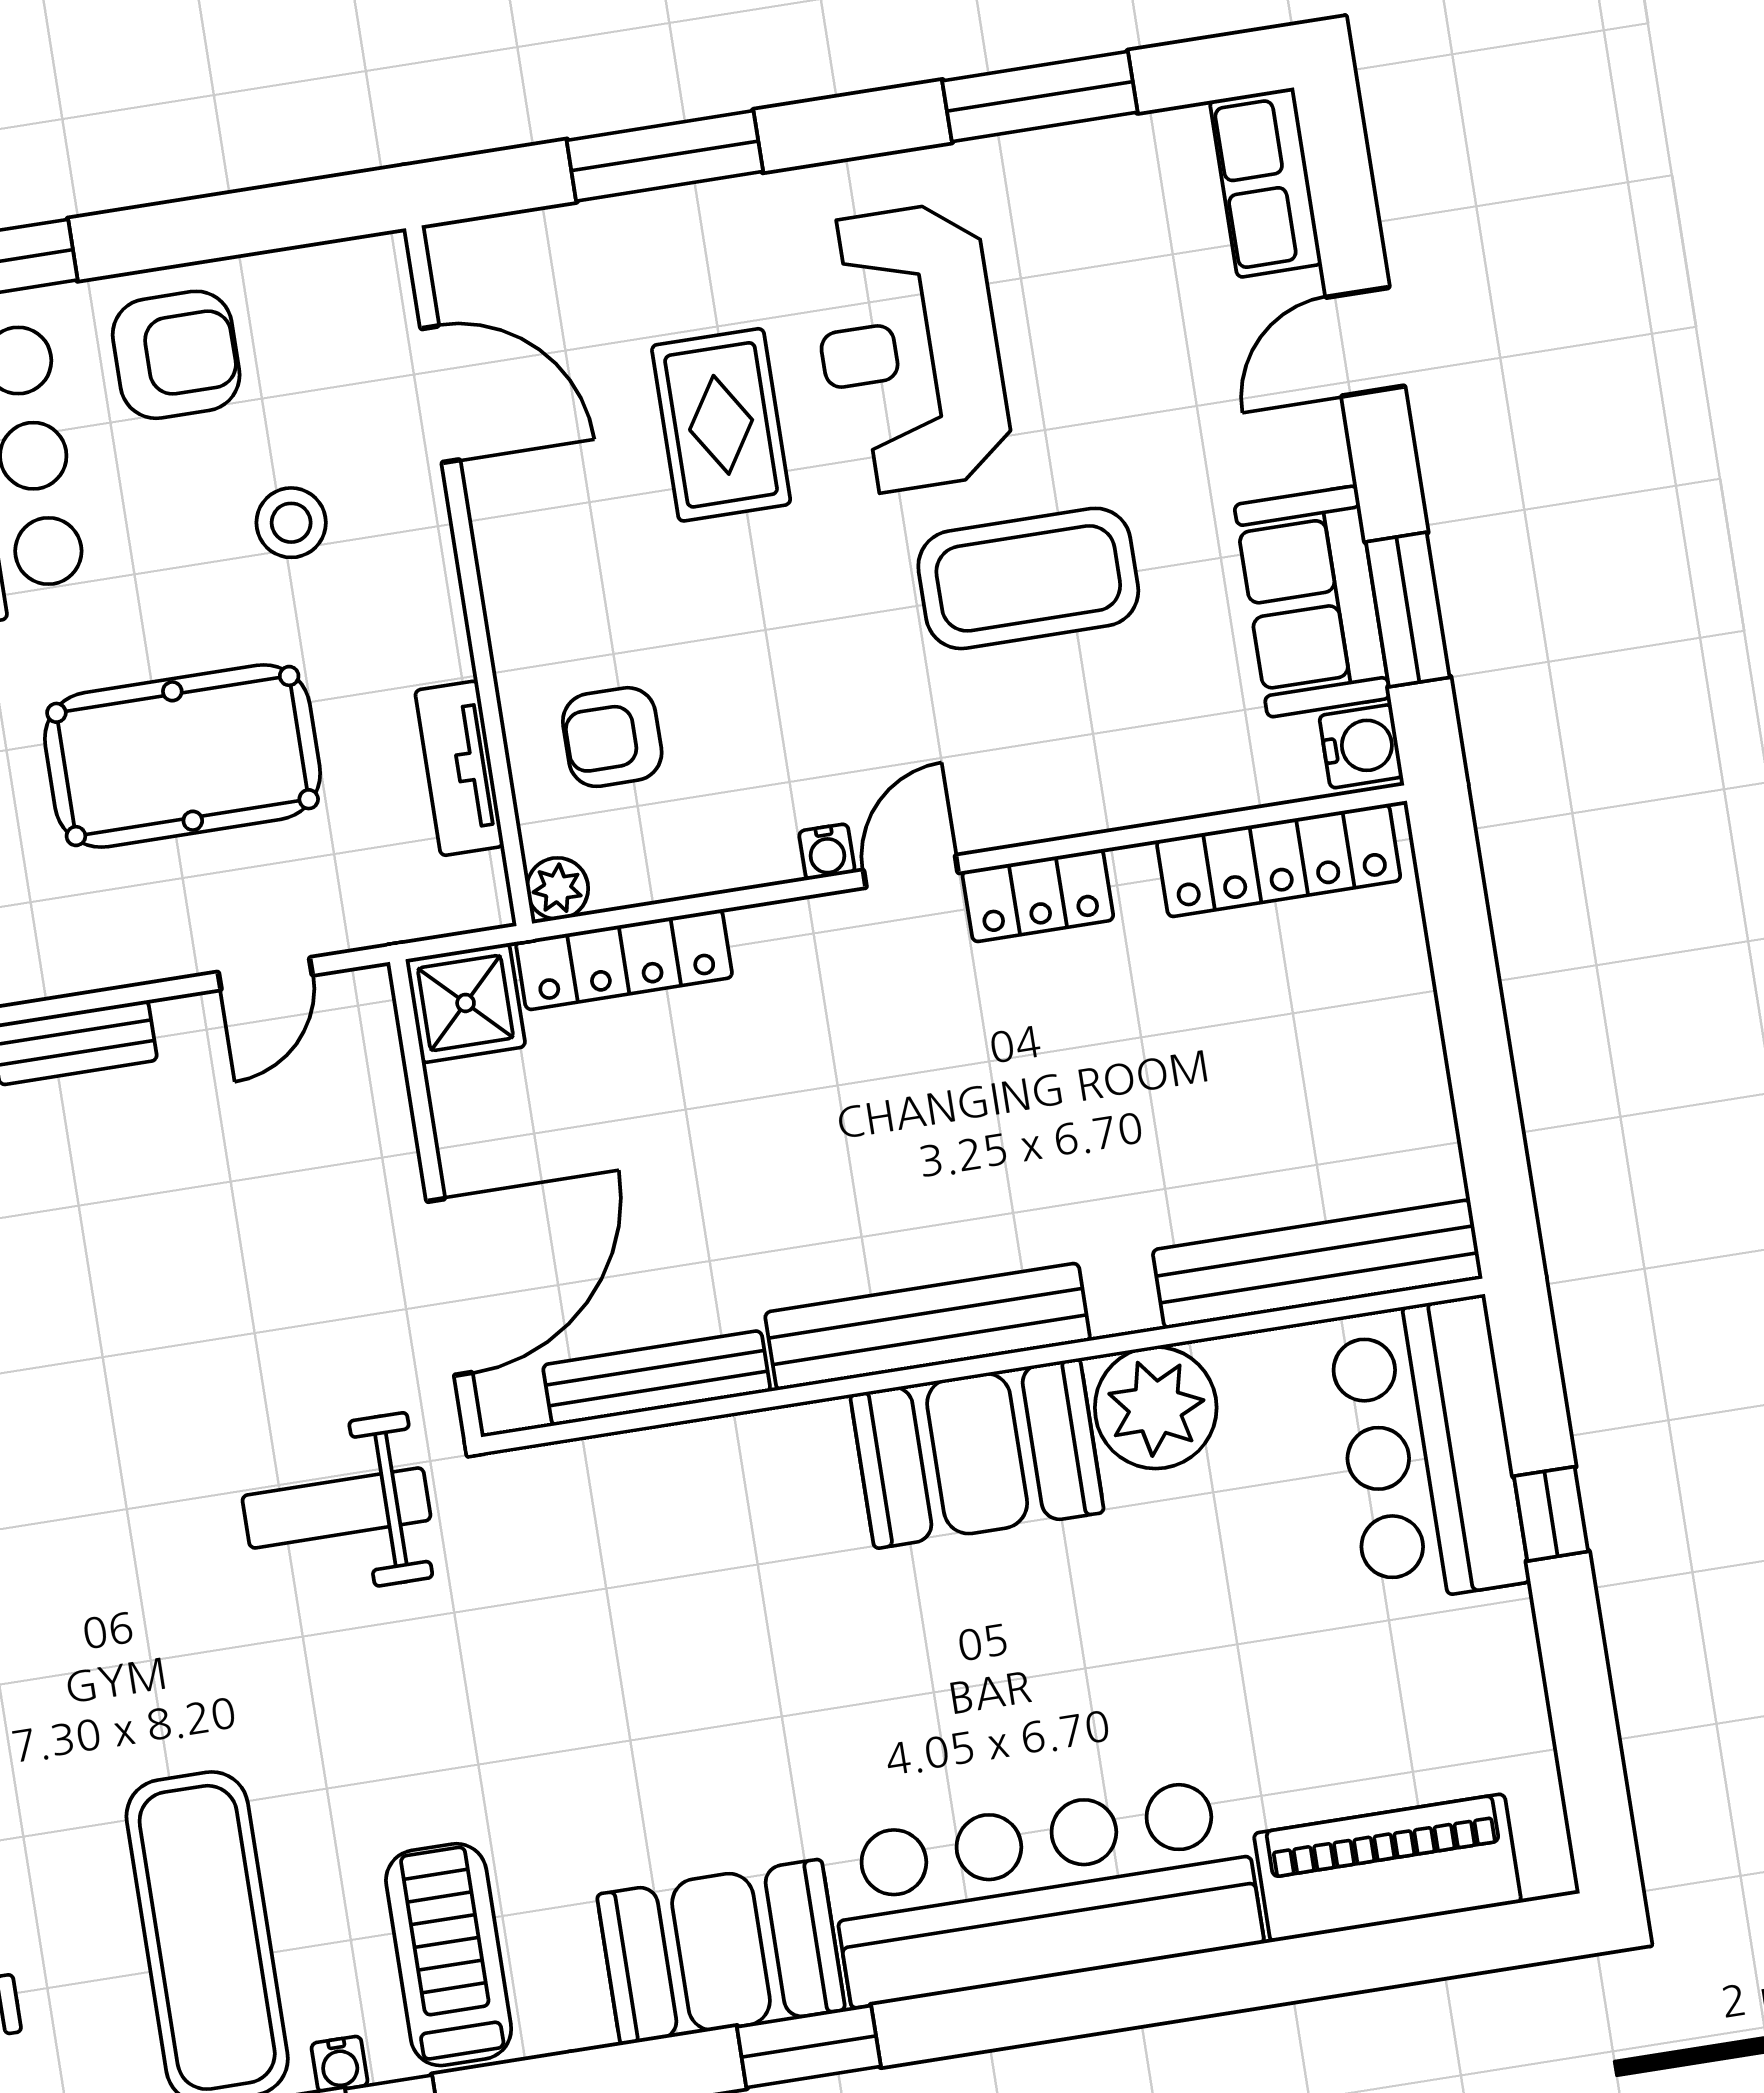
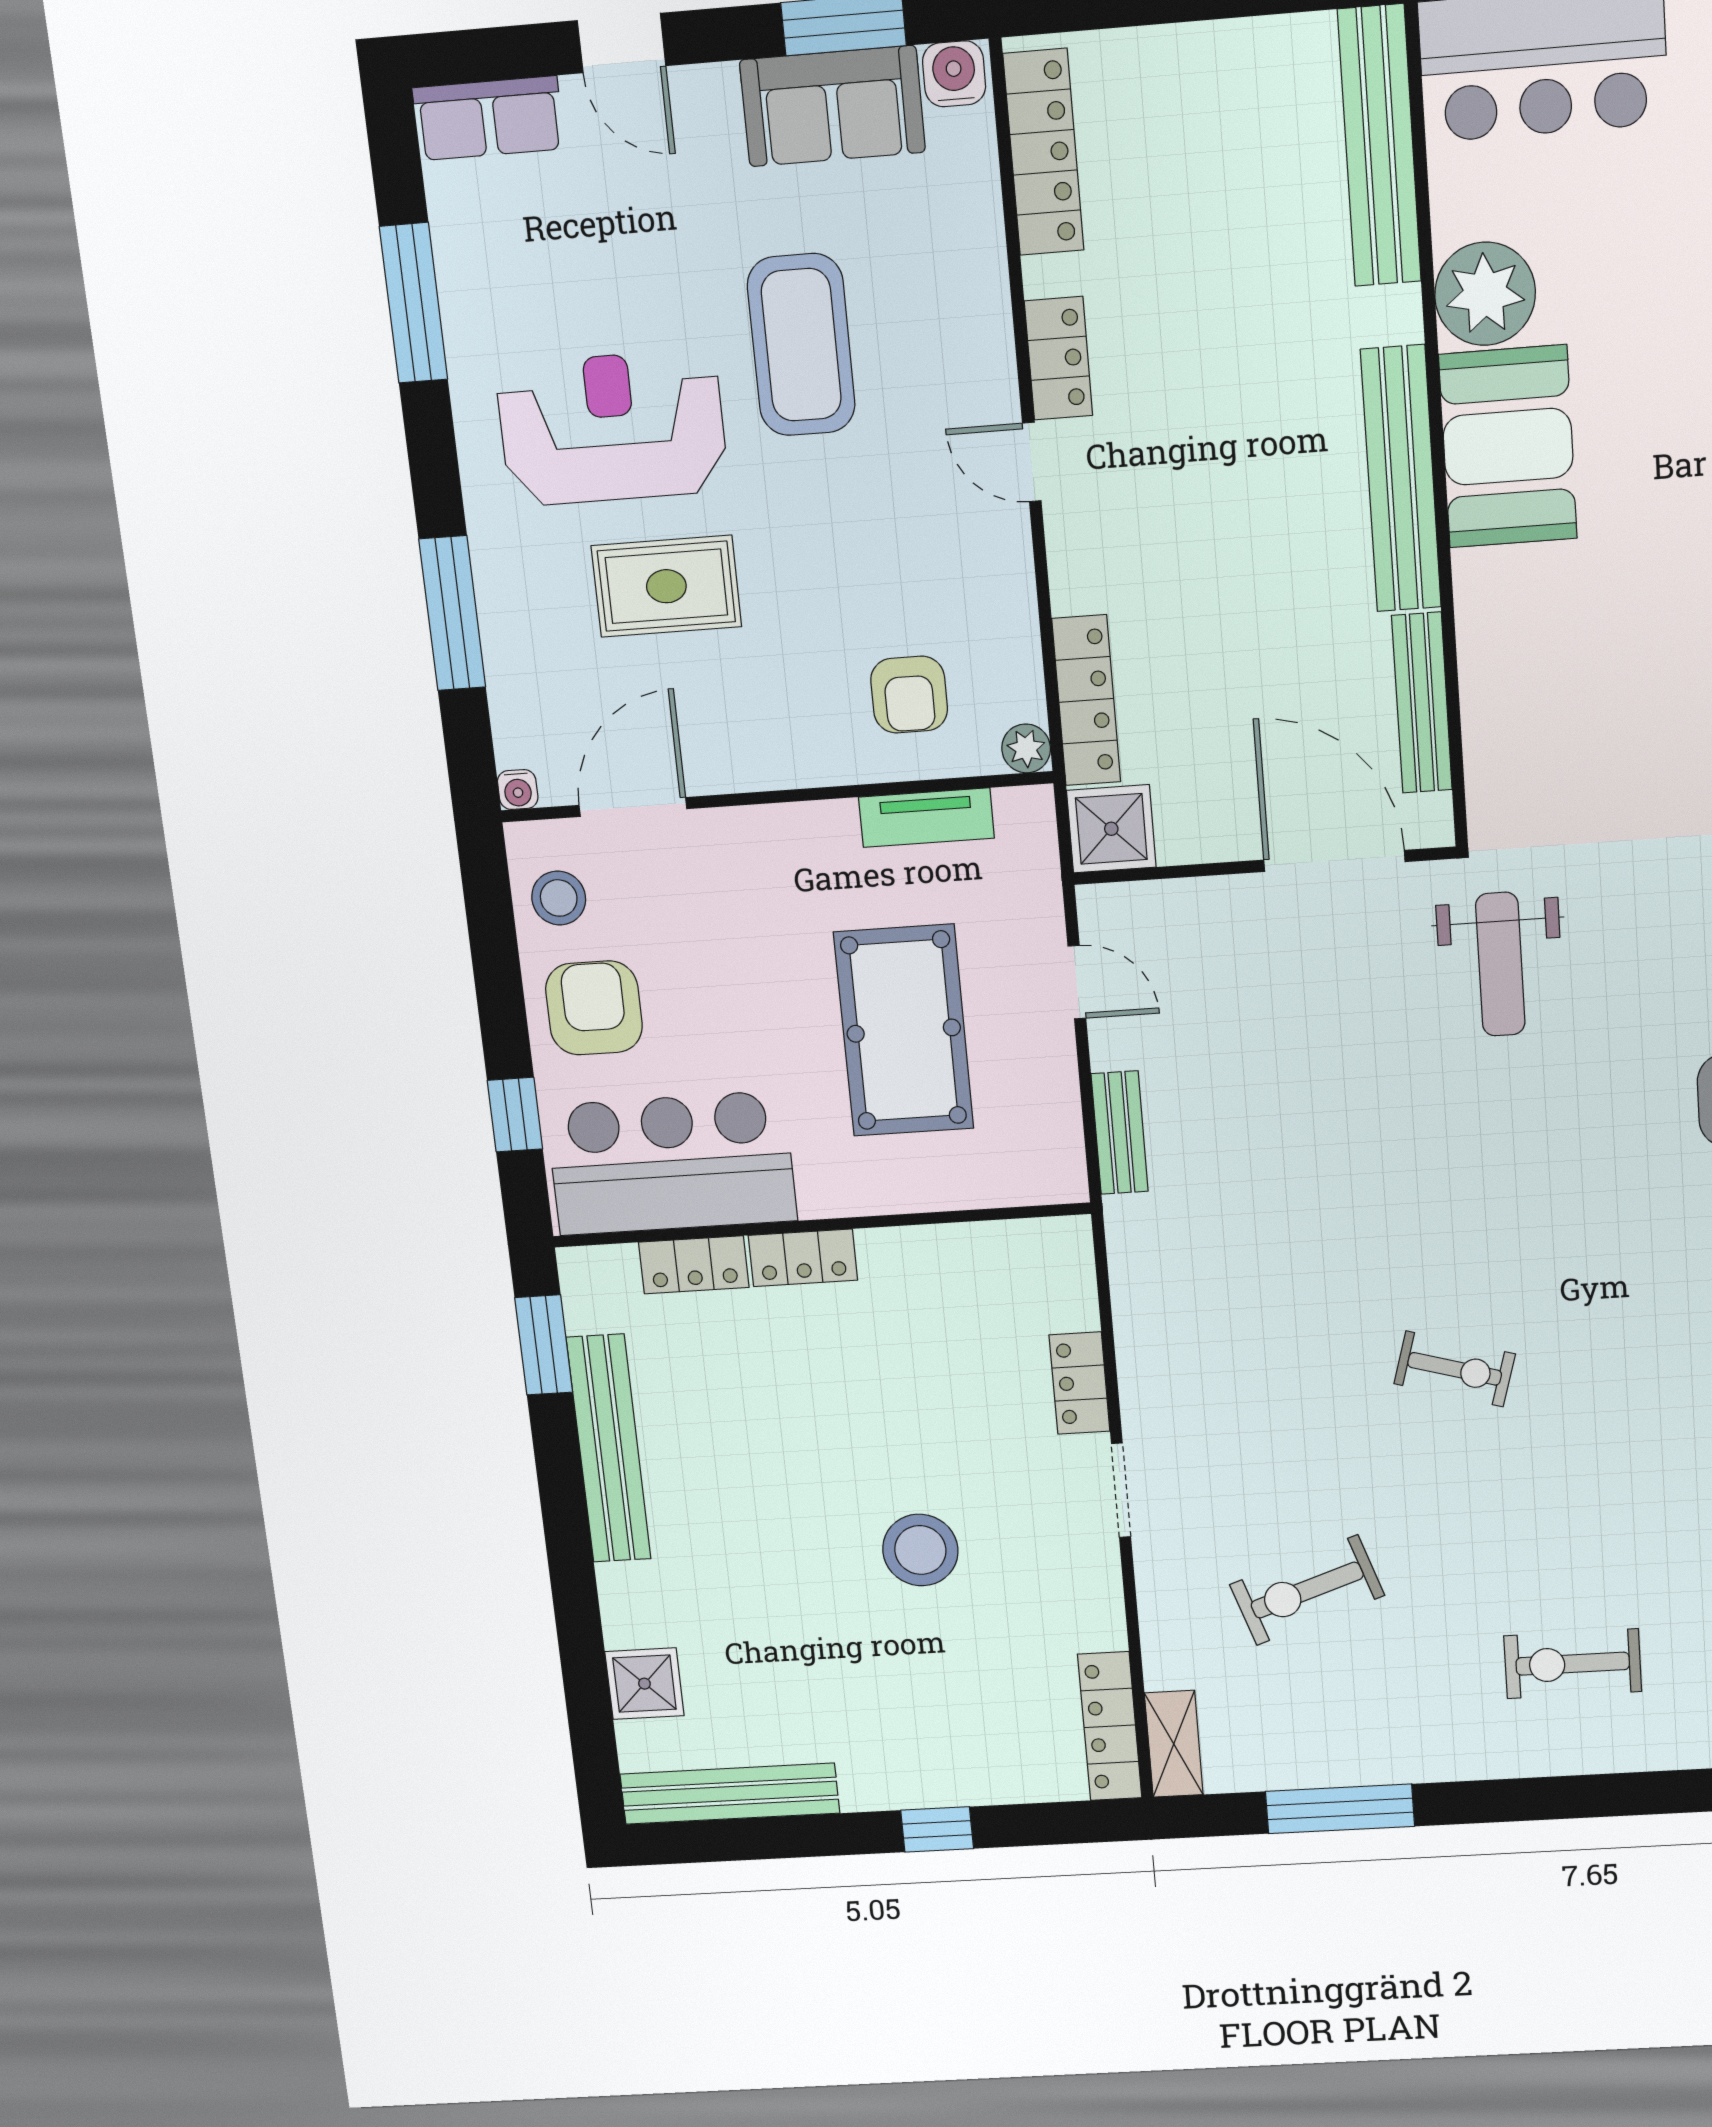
reception desk: (909, 349) -> (612, 428), turned 180
stool: (291, 523) -> (559, 898), moved
water cooler: (827, 852) -> (518, 790), moved, turned 90

